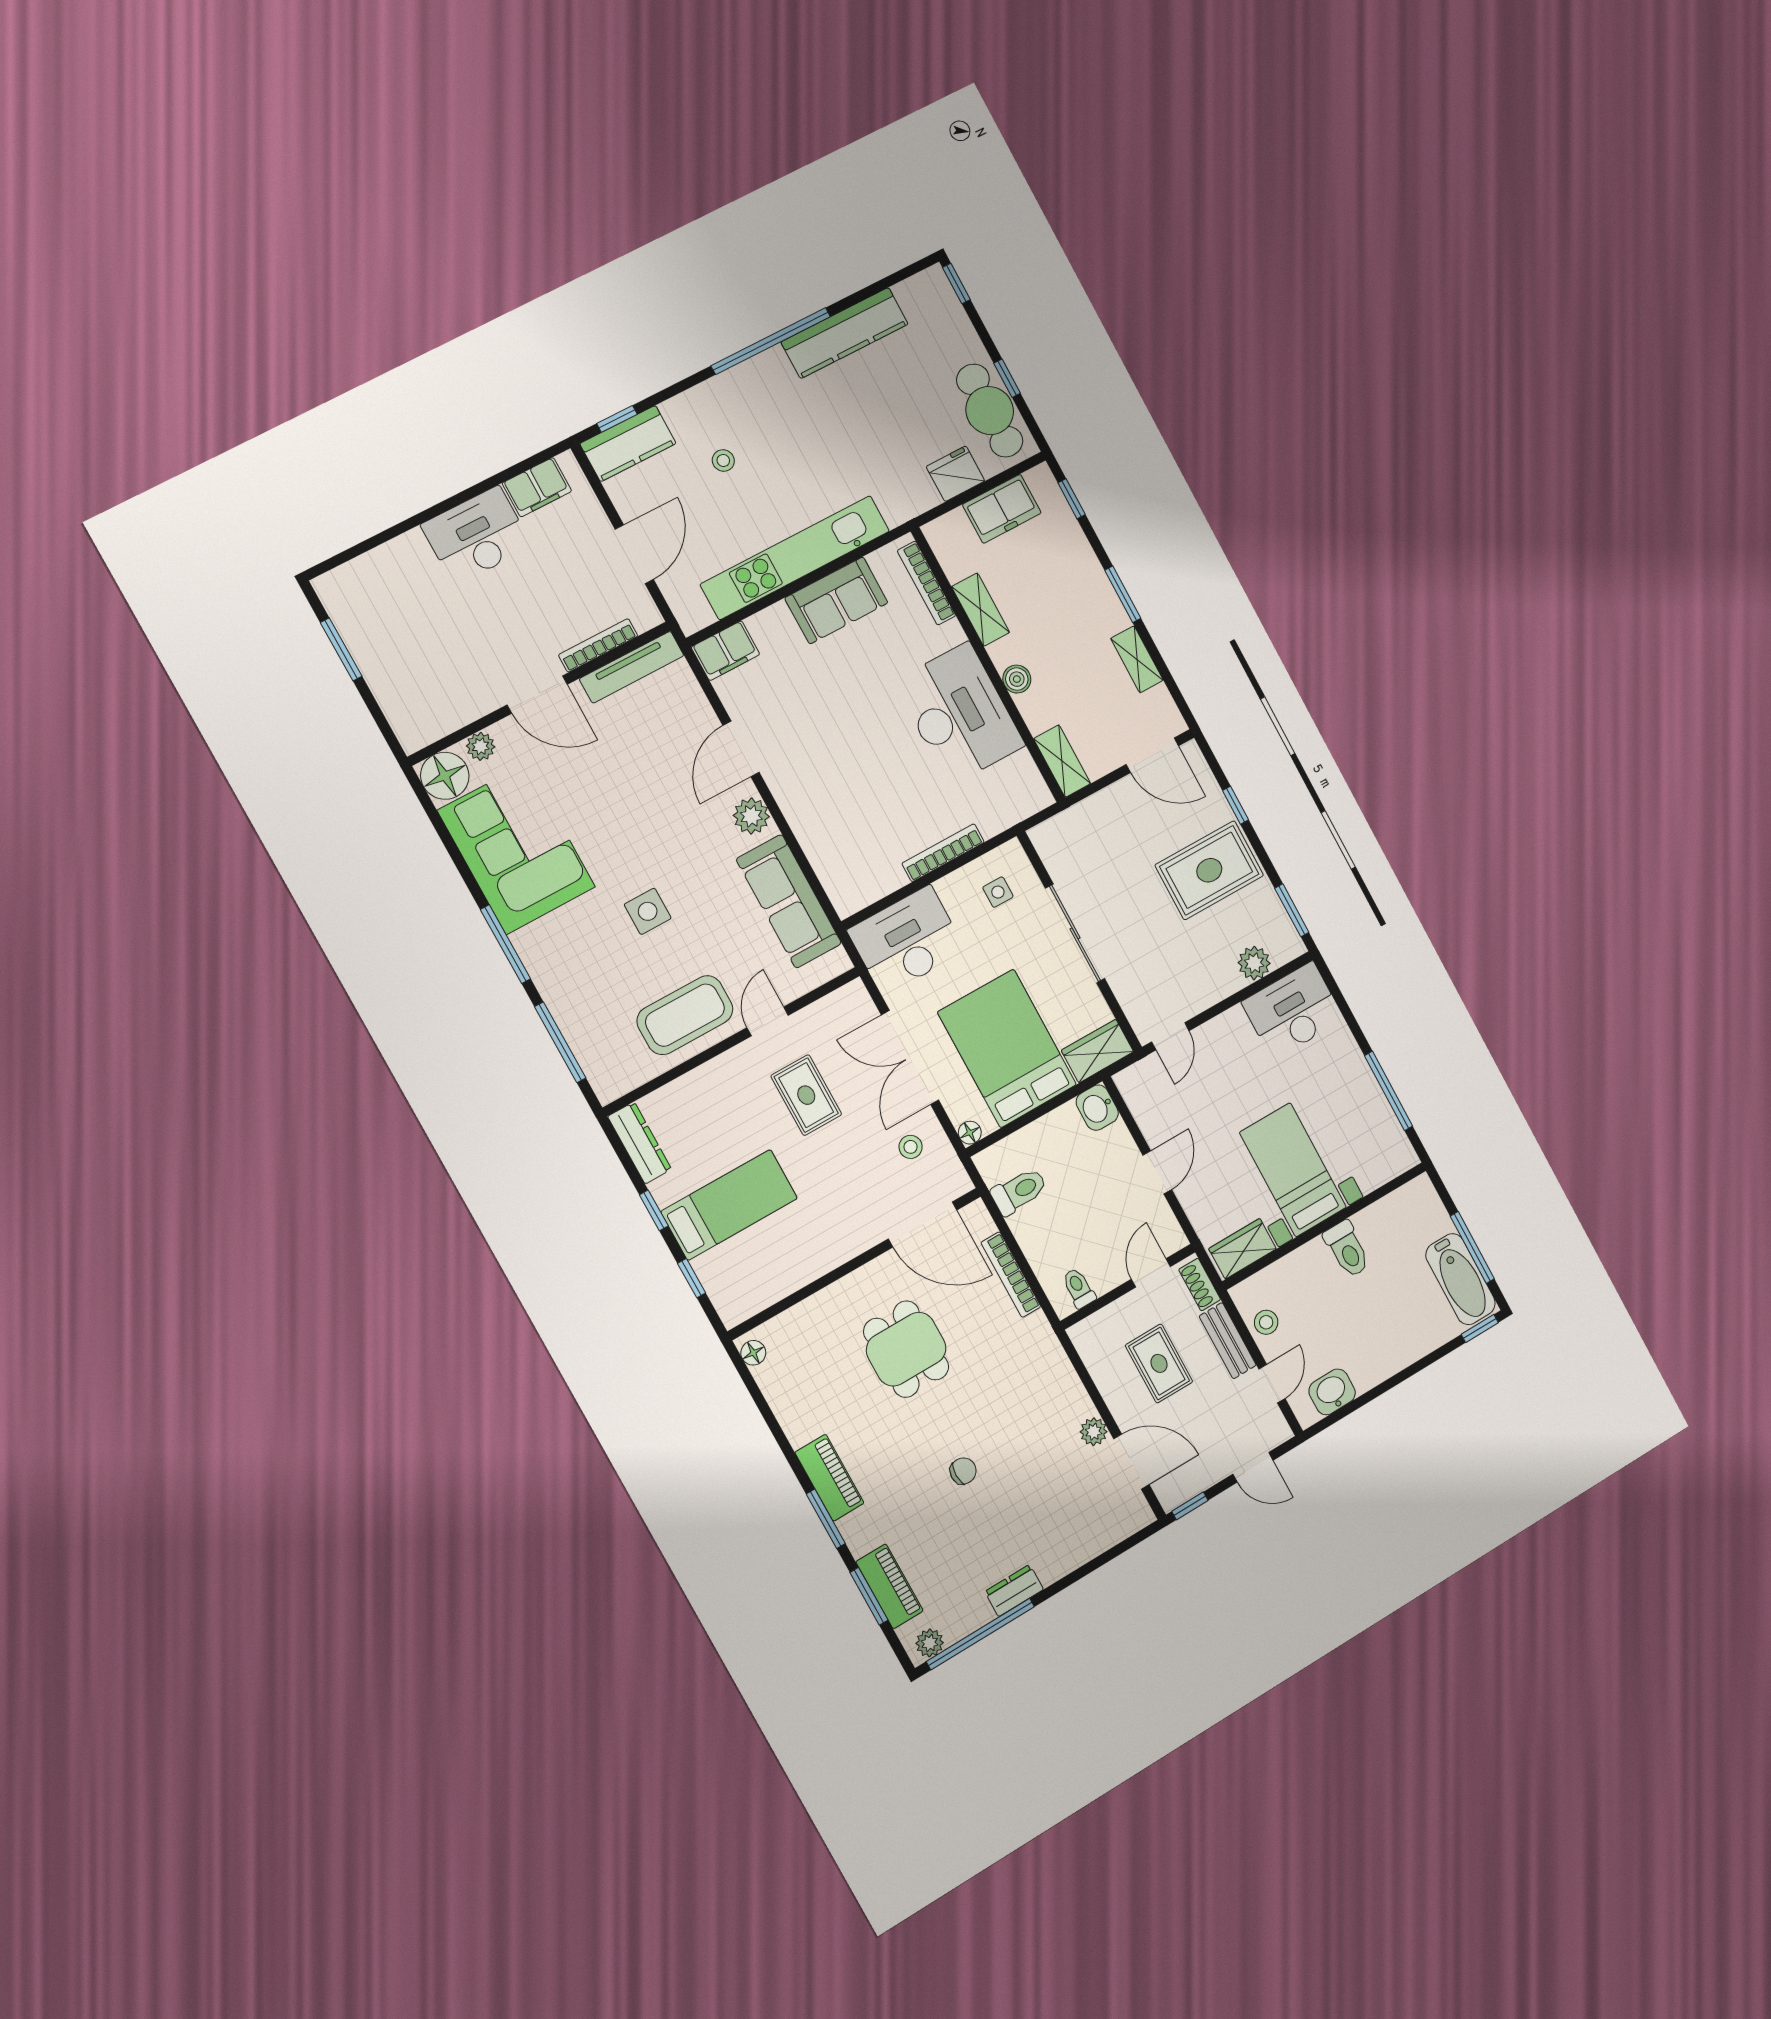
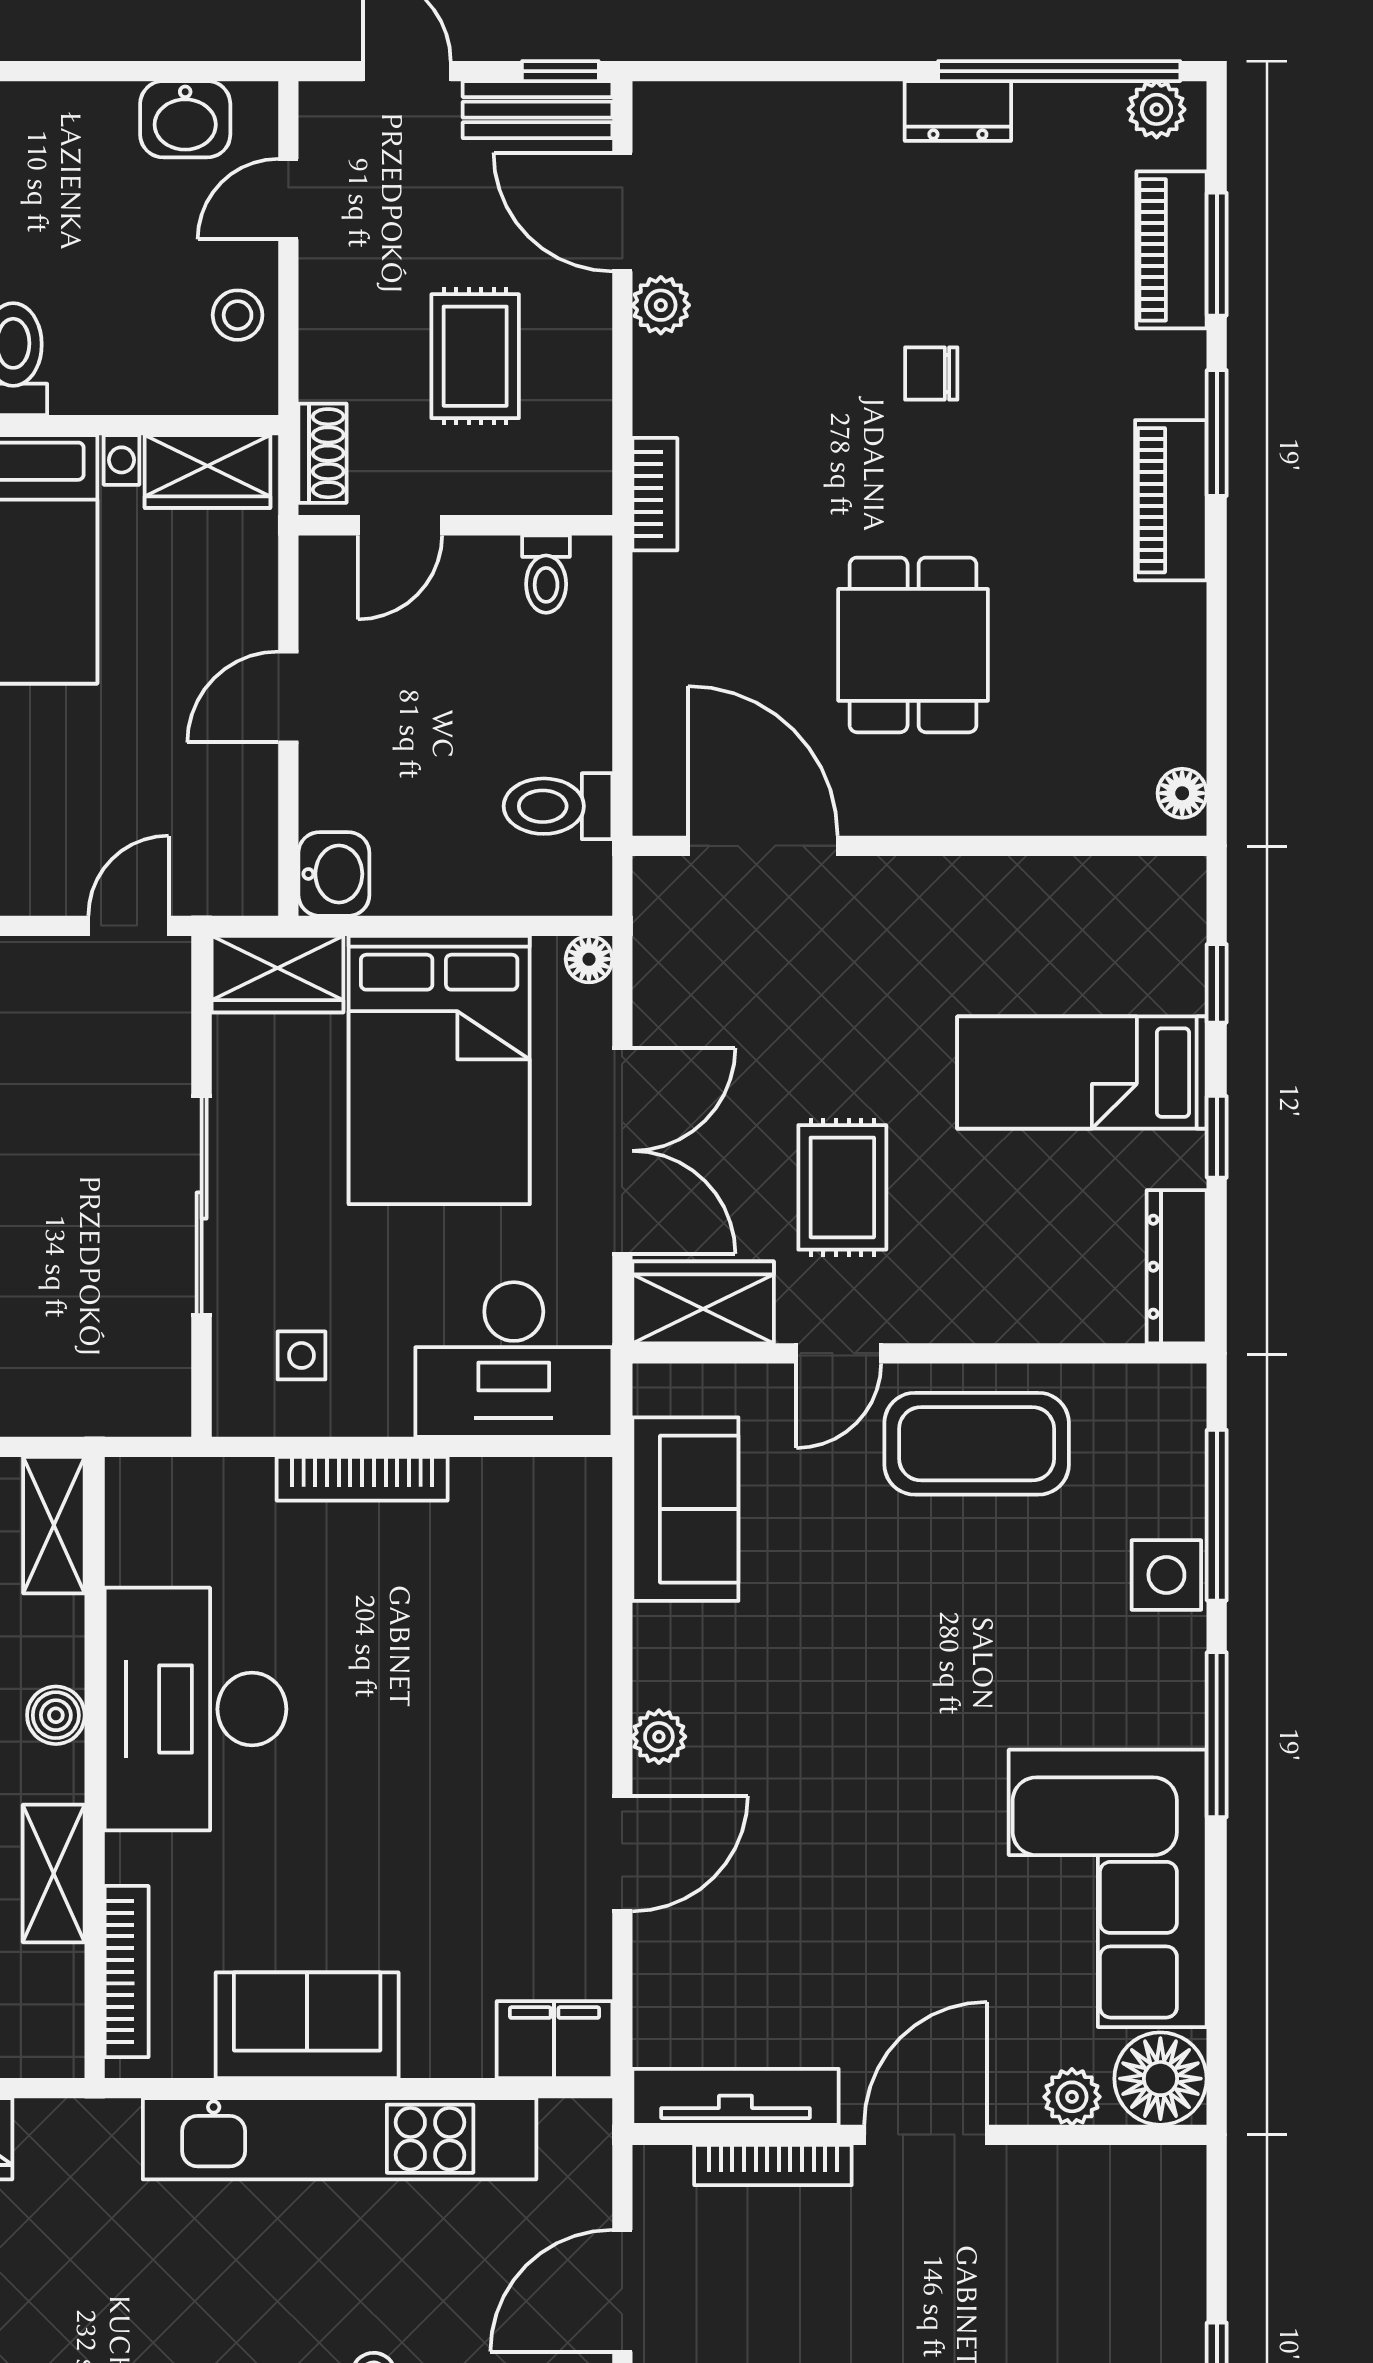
door: (537, 695) -> (926, 2135), hinge flipped
plant: (751, 816) -> (659, 1737), width x0.73, depth x0.73
sofa: (789, 901) -> (685, 1509), width x0.73
side table: (648, 911) -> (1166, 1575), moved
wardrobe: (839, 1011) -> (703, 1302), added
stool: (911, 1147) -> (709, 994), removed
bookcase: (1011, 1275) -> (655, 494), moved, width x0.64
bench: (1228, 1341) -> (537, 110), moved, turned 90

